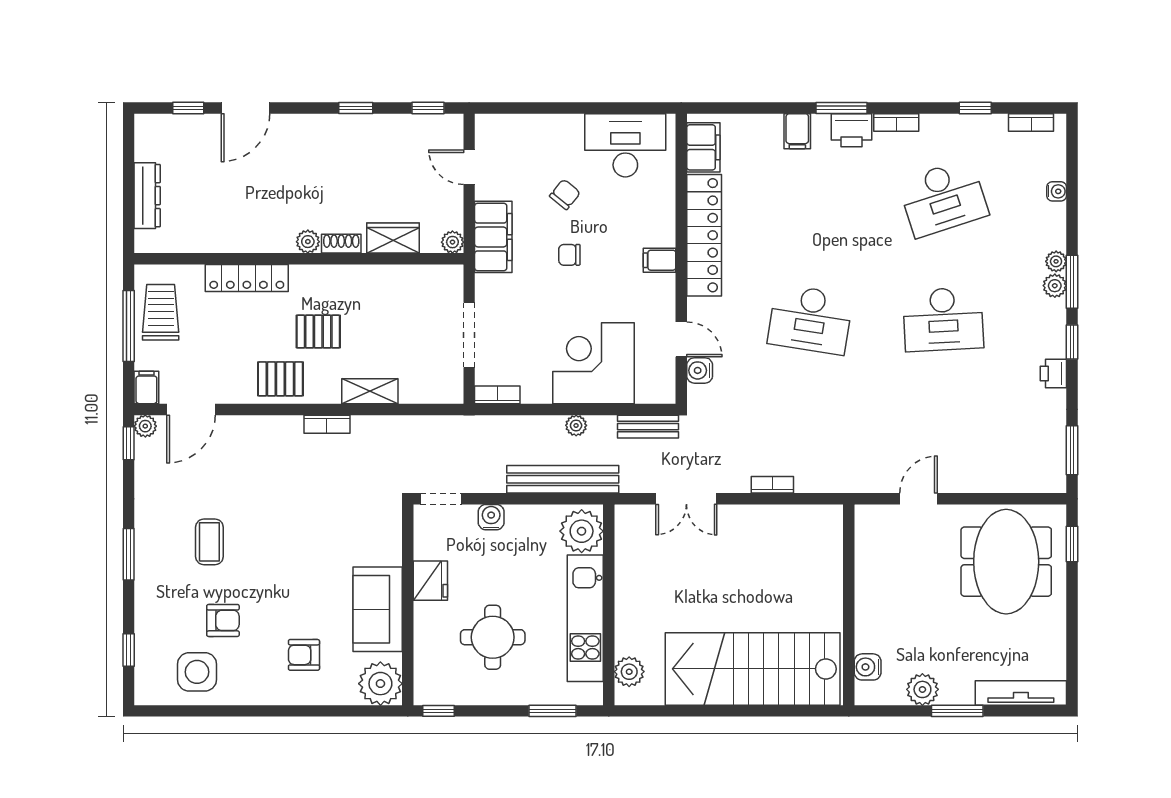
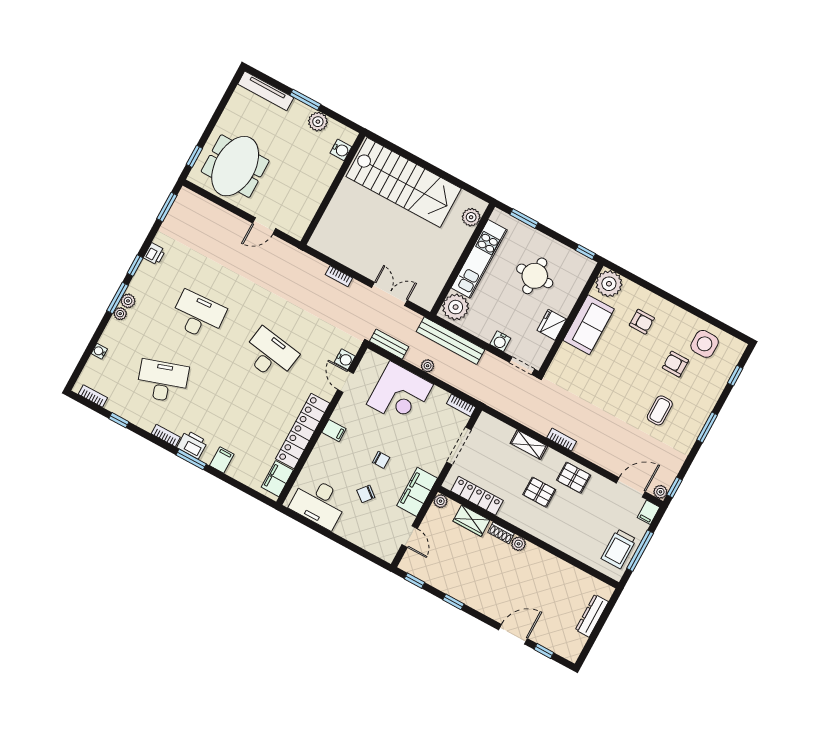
locker: (247, 278) -> (477, 496), moved

